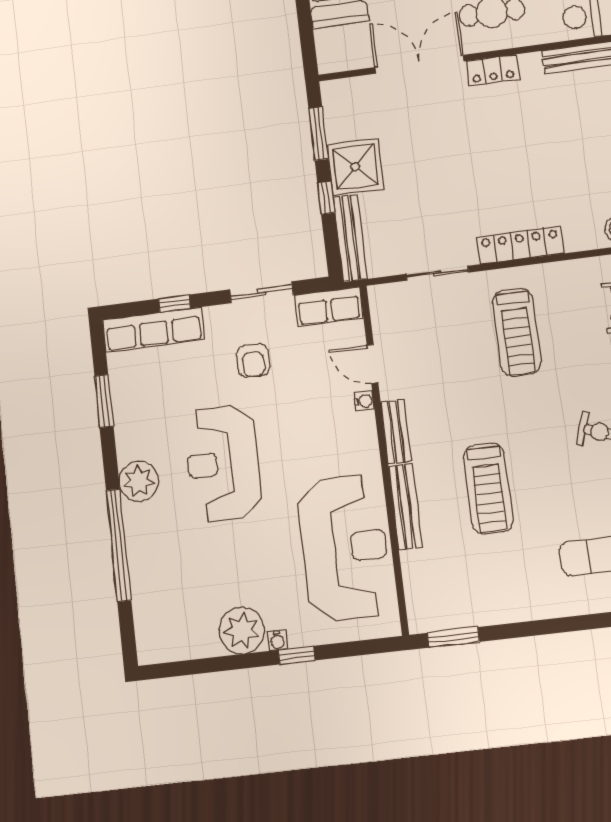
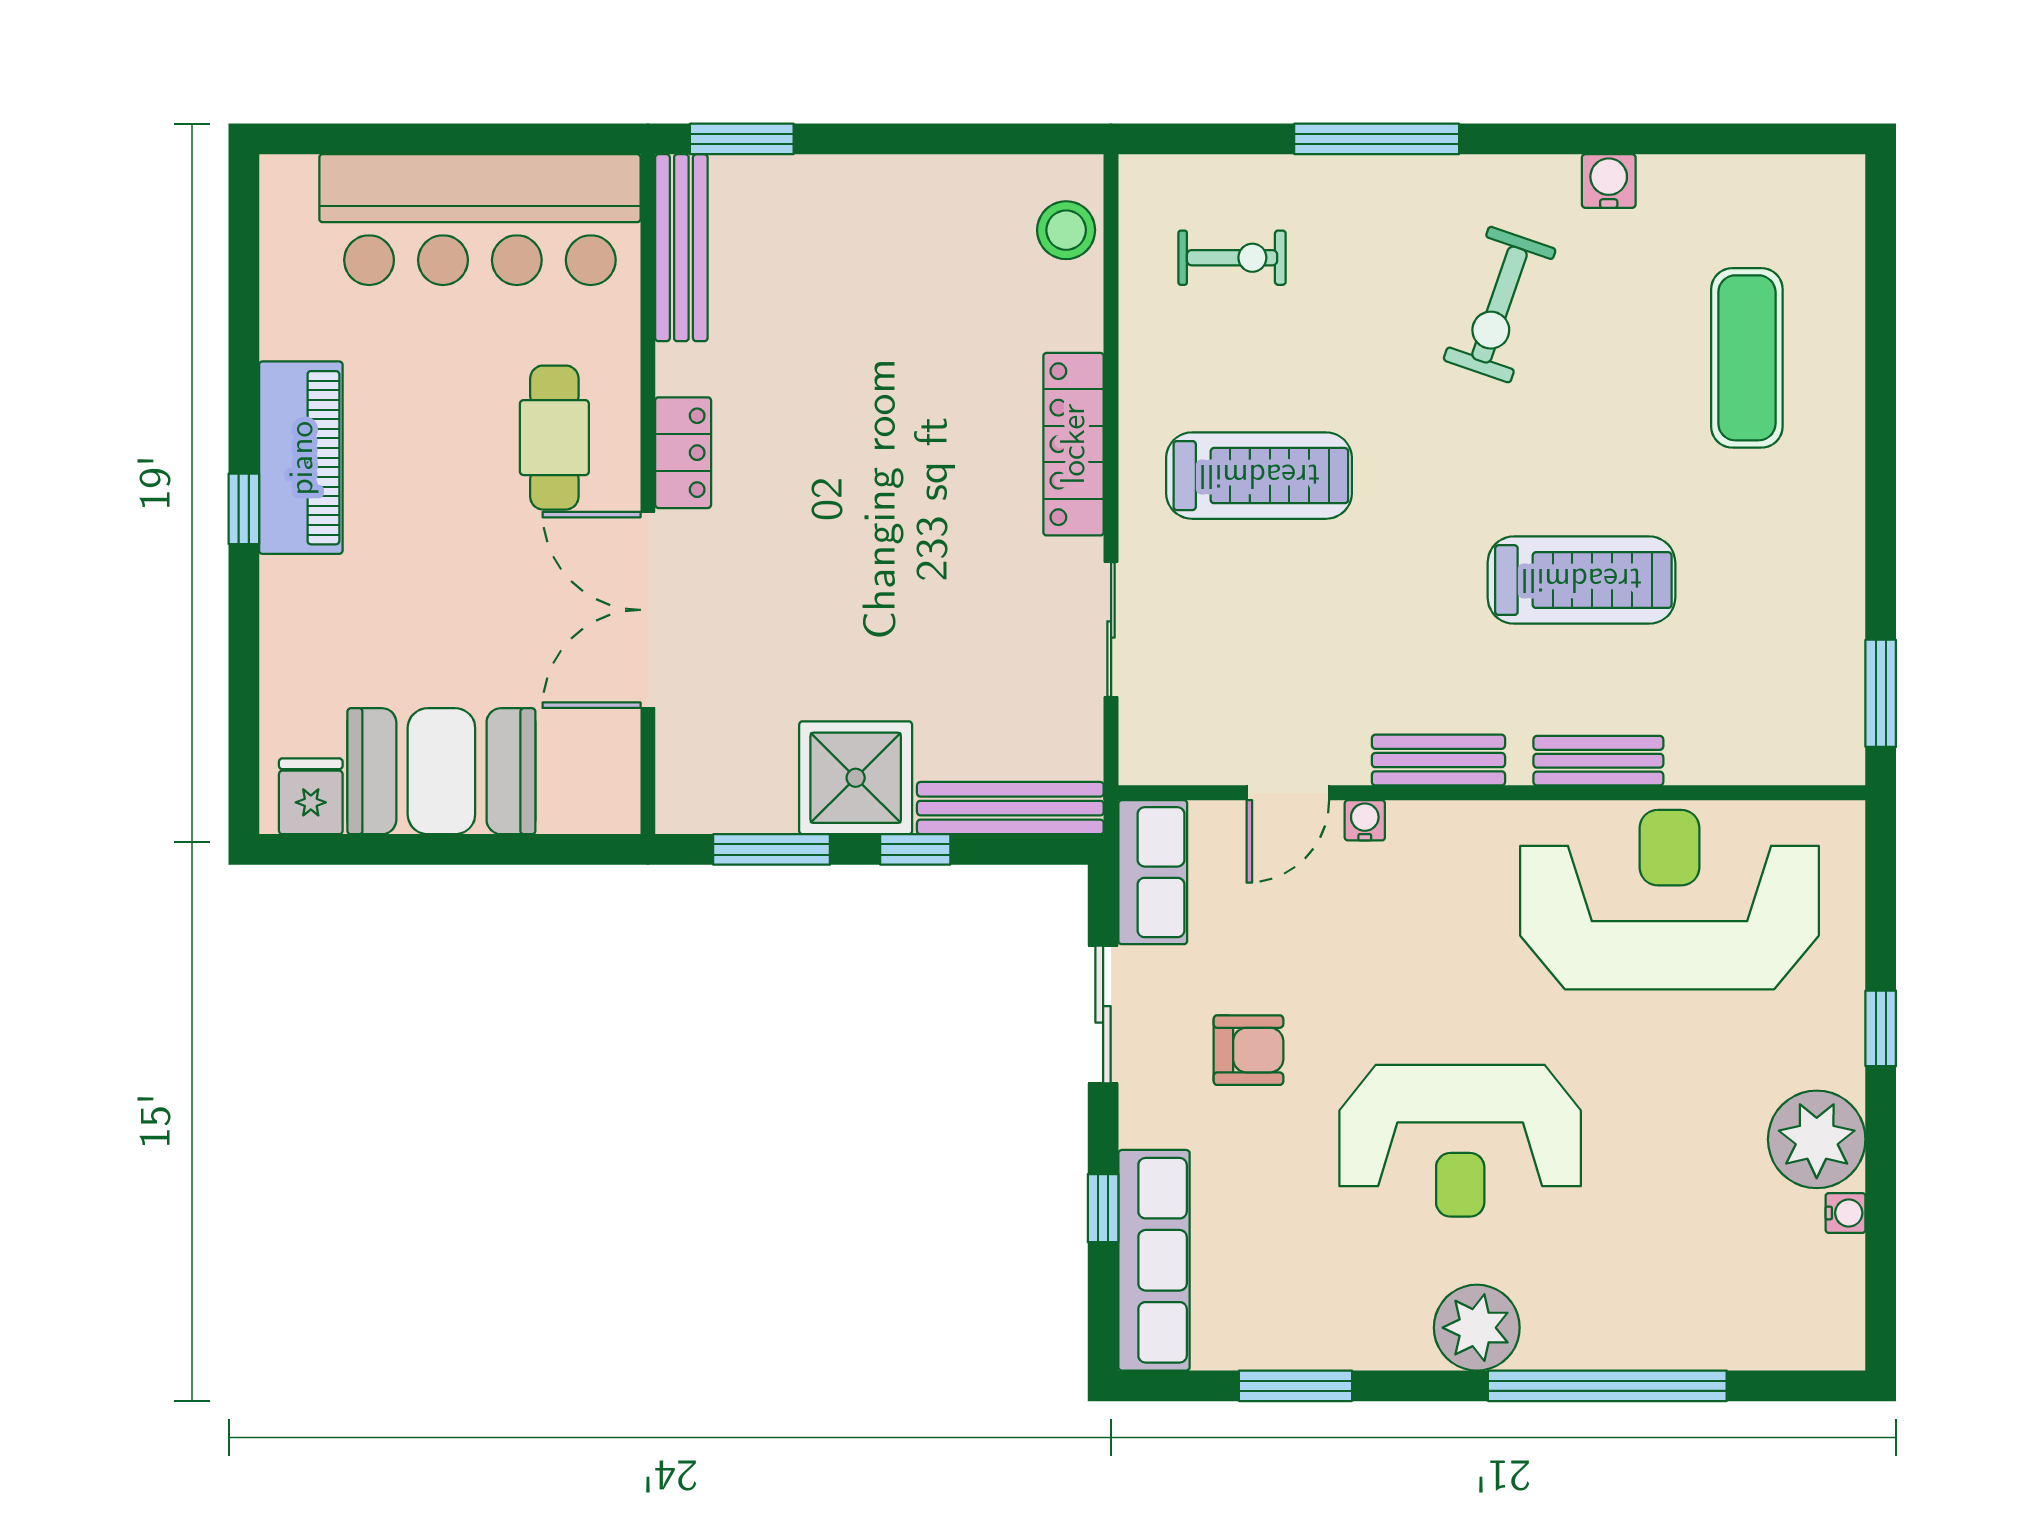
bench: (405, 507) -> (1598, 761), width x0.73
water cooler: (277, 640) -> (1846, 1213), moved

